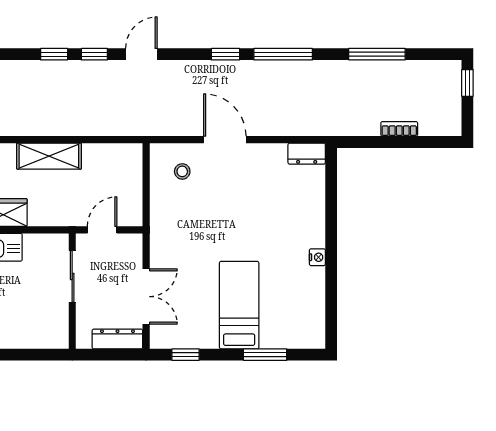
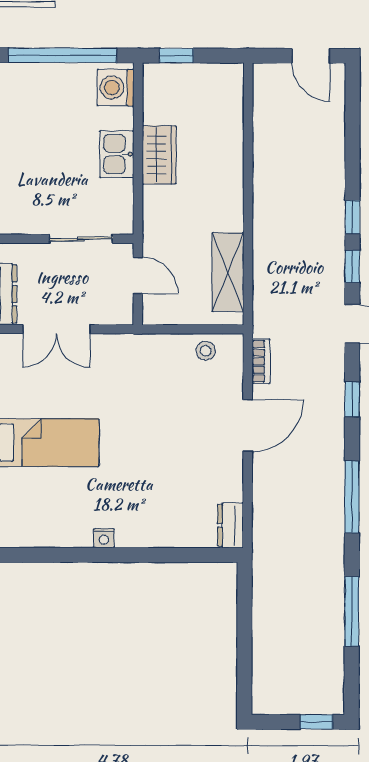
window: (226, 54) -> (352, 399), moved
bookcase: (399, 129) -> (261, 361), moved
shelving: (49, 156) -> (228, 272), moved
stool: (182, 171) -> (206, 351), moved

